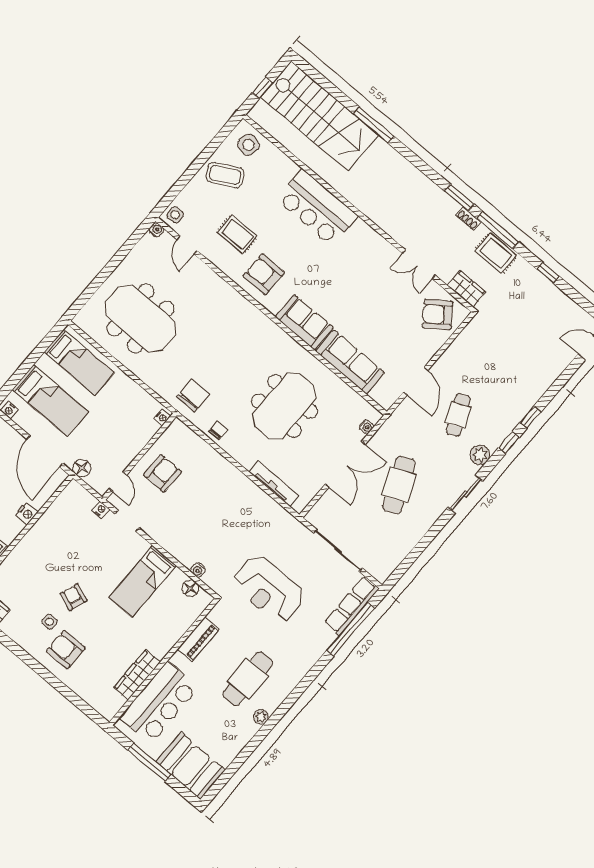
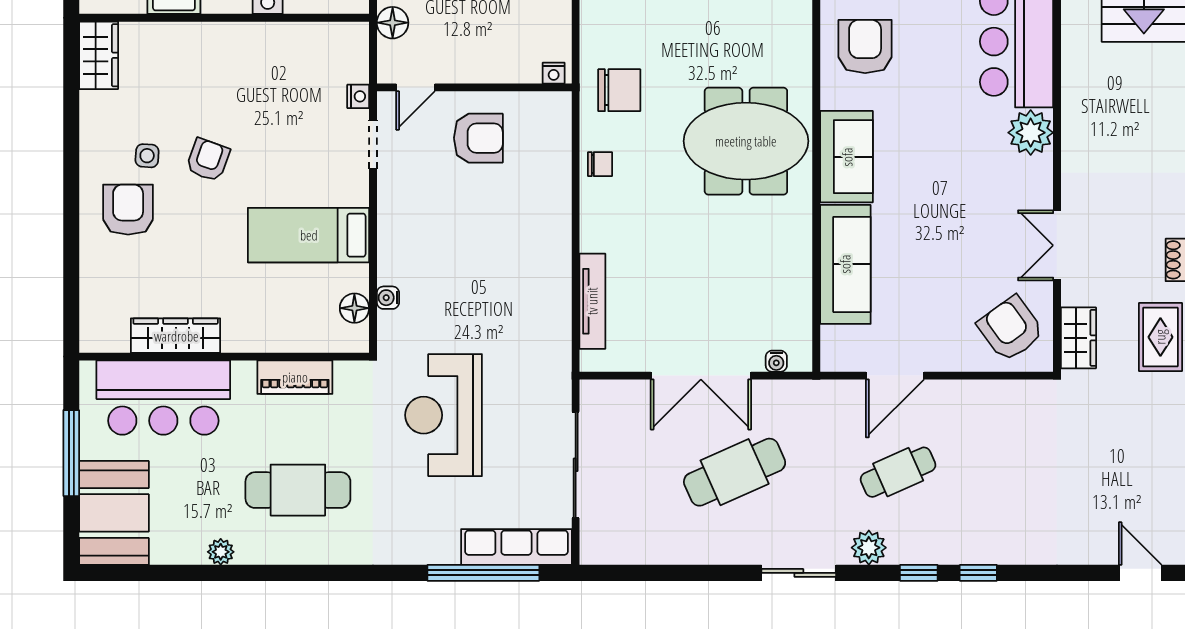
plant: (361, 235) -> (1031, 133), added
meeting table: (285, 406) -> (746, 141), moved
plant: (261, 717) -> (221, 552), moved

